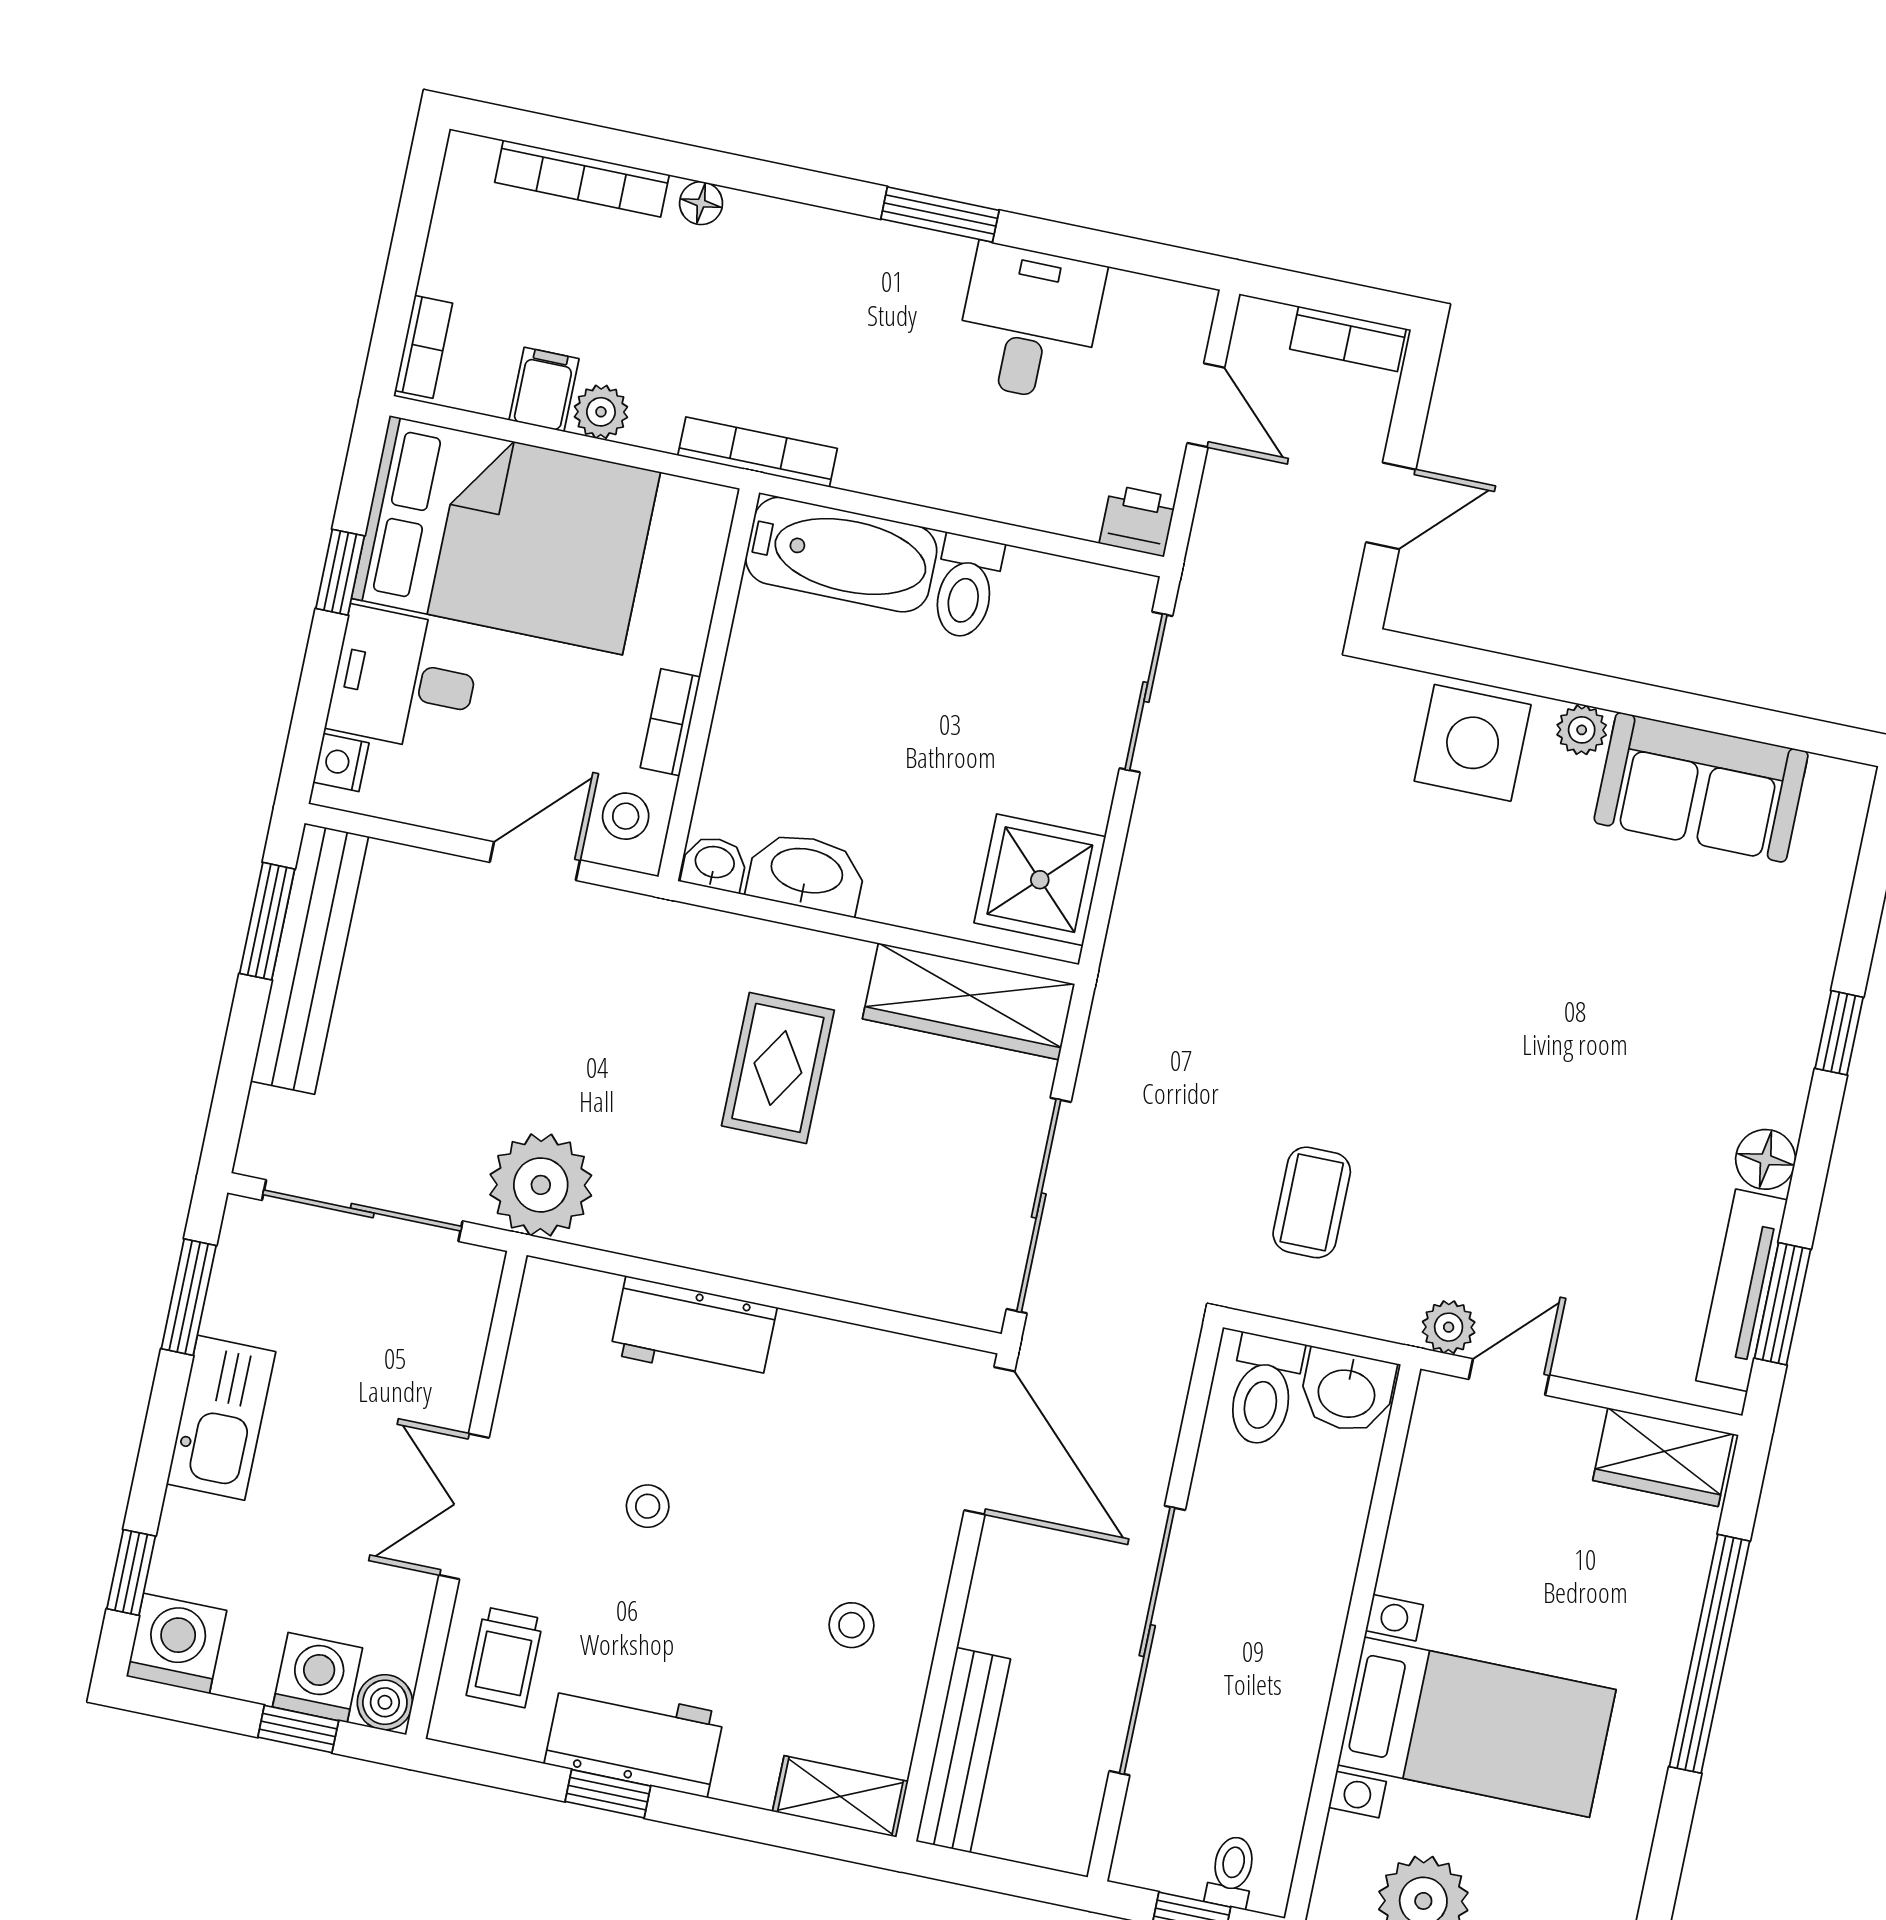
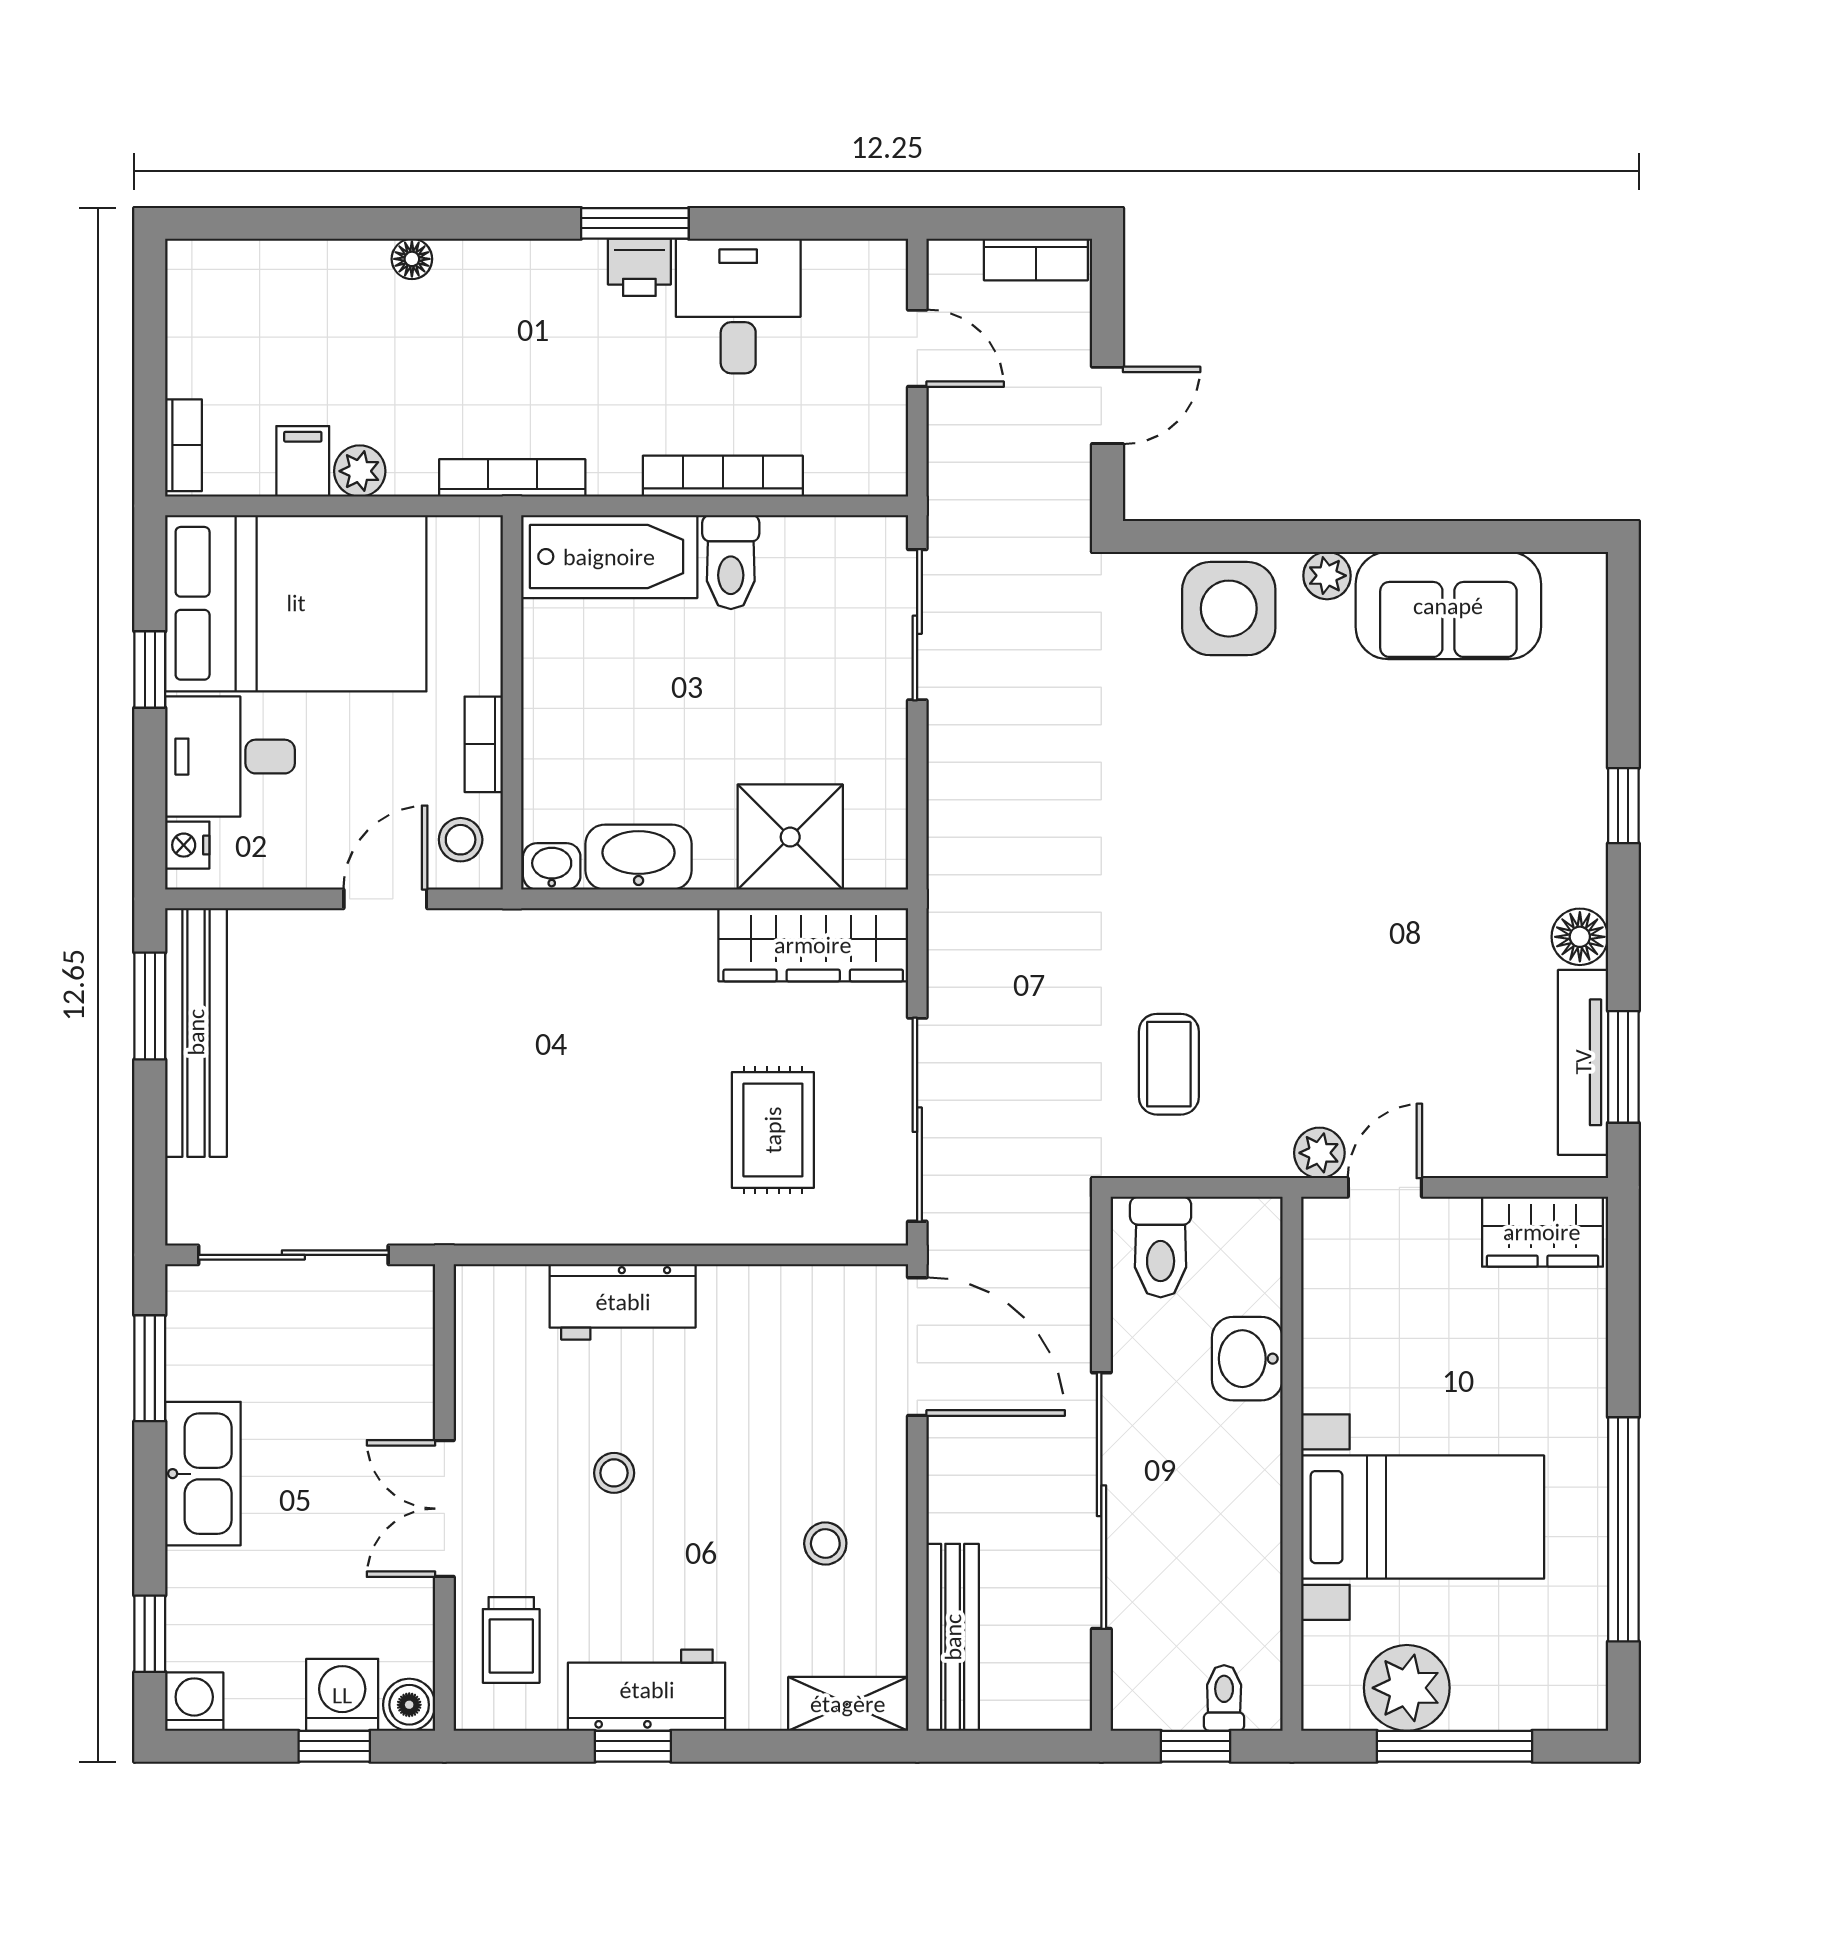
bookcase: (582, 179) -> (723, 476), moved, turned 180
printer: (1138, 521) -> (639, 267), moved, turned 180
shower: (1040, 880) -> (790, 837), moved
rug: (778, 1068) -> (773, 1130), moved
plant: (541, 1185) -> (453, 1197), removed
washbasin: (1347, 1391) -> (1247, 1359), moved, turned 90
washing machine: (176, 1643) -> (194, 1702), width x0.73, depth x0.73
window: (1709, 1654) -> (1623, 1529), moved

